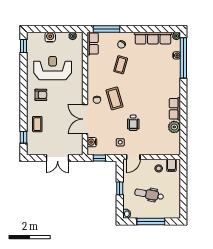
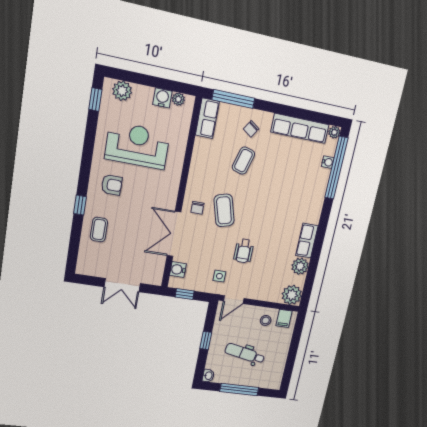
water cooler: (50, 37) -> (162, 98), moved
plant: (38, 38) -> (122, 91), added
window: (24, 137) -> (80, 205), moved
plant: (173, 148) -> (292, 295), added

